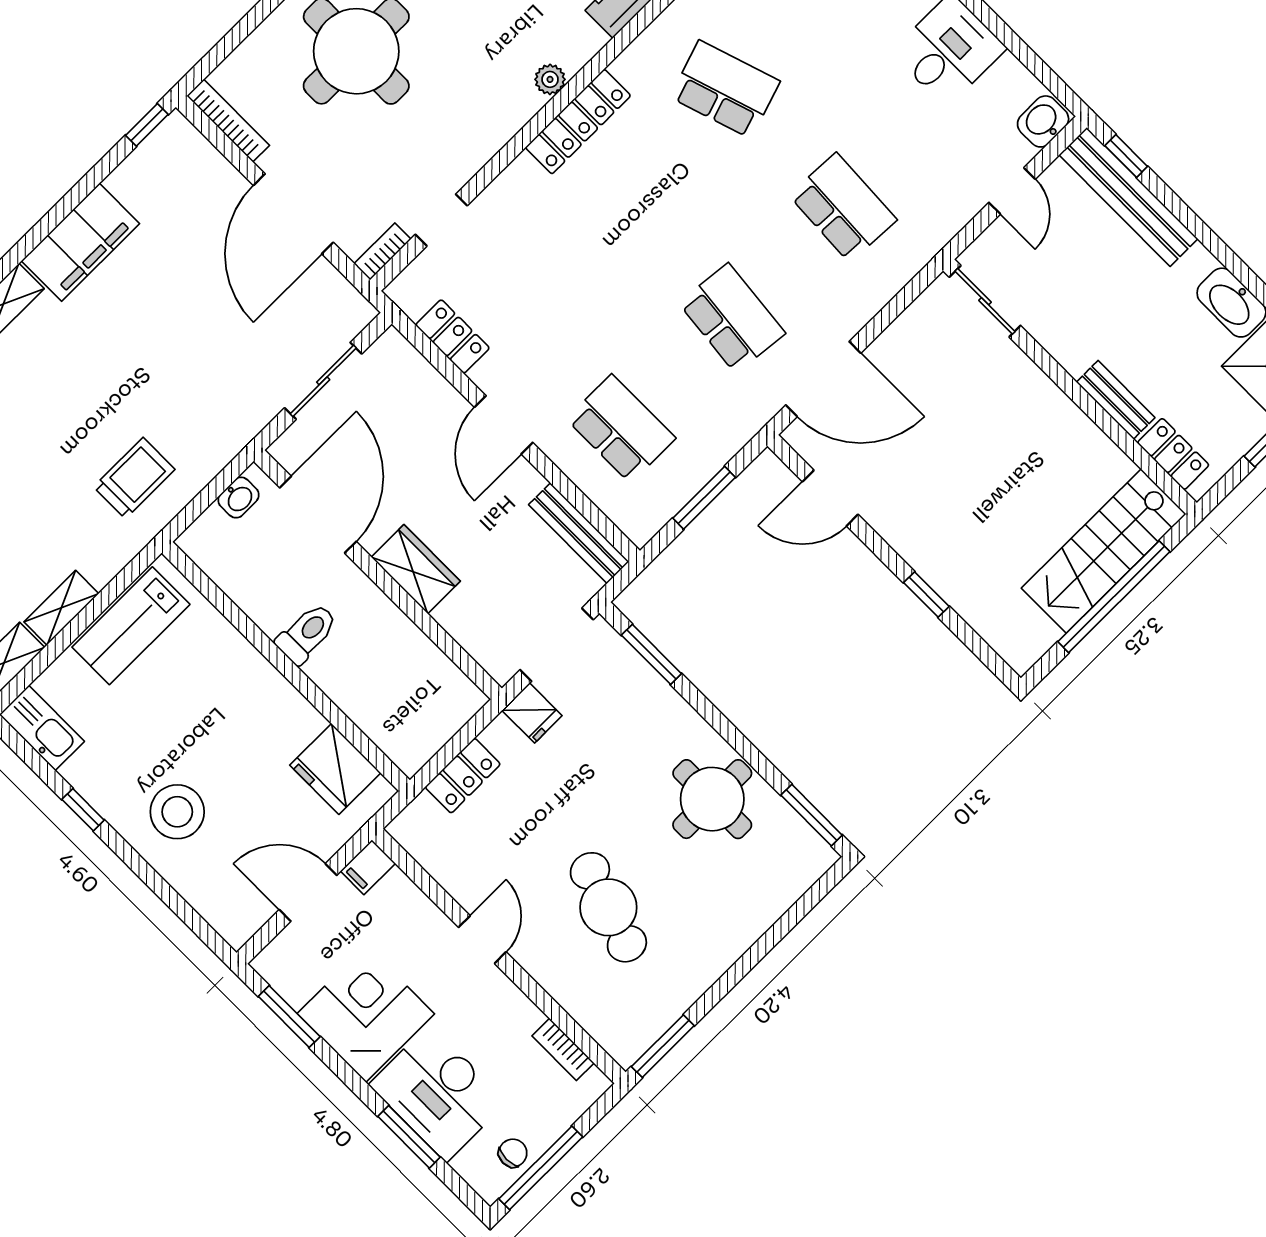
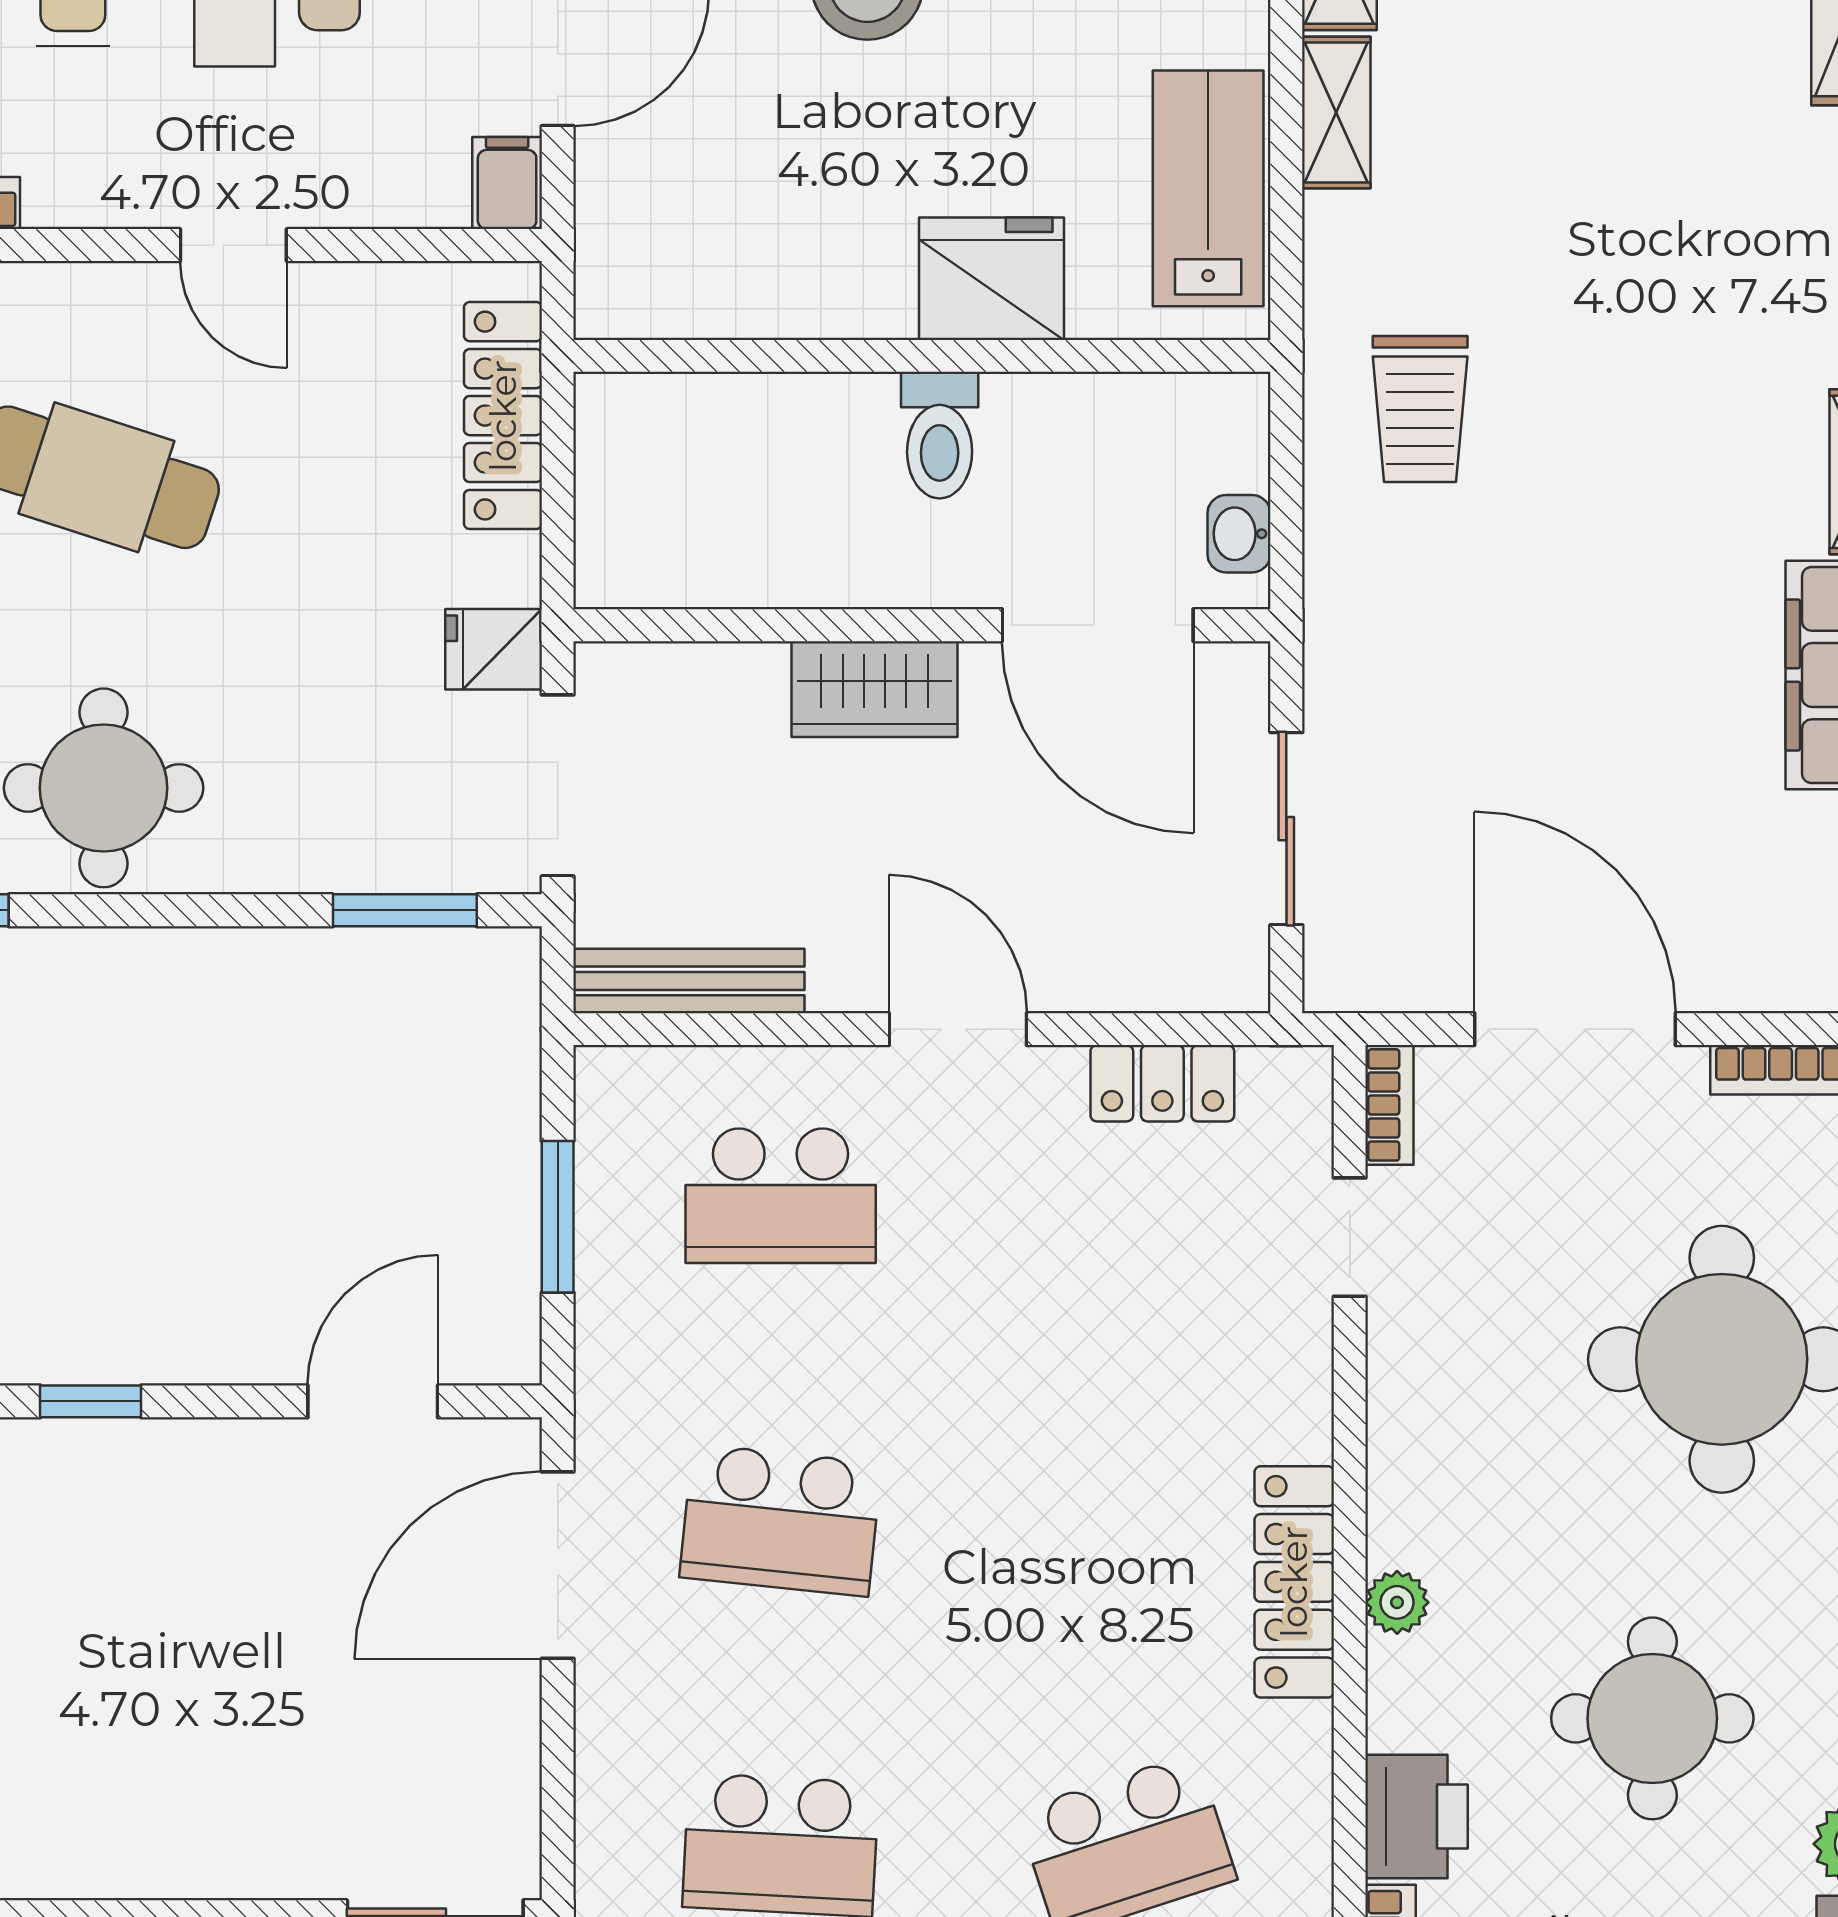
fridge: (335, 769) -> (991, 279), moved
locker: (463, 776) -> (503, 416), width x1.53

